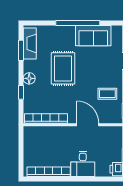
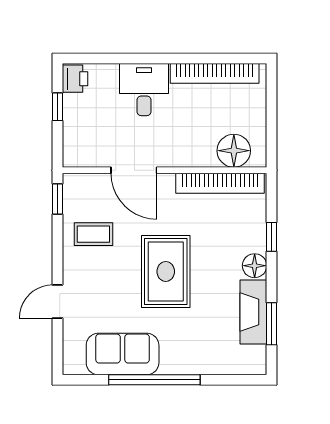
fireplace: (30, 43) -> (253, 312), moved
rug: (63, 68) -> (166, 271), moved
floor lamp: (39, 134) -> (234, 151), added

